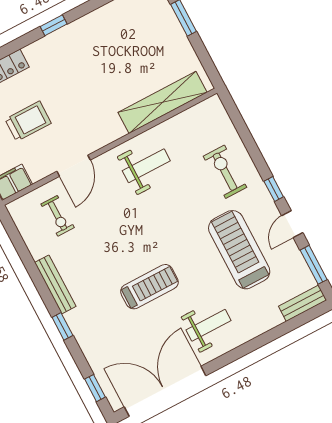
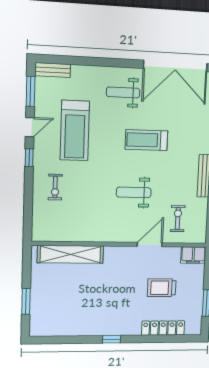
weight bench: (146, 166) -> (134, 192), moved
exercise bike: (225, 172) -> (55, 187), width x0.73, depth x0.72

